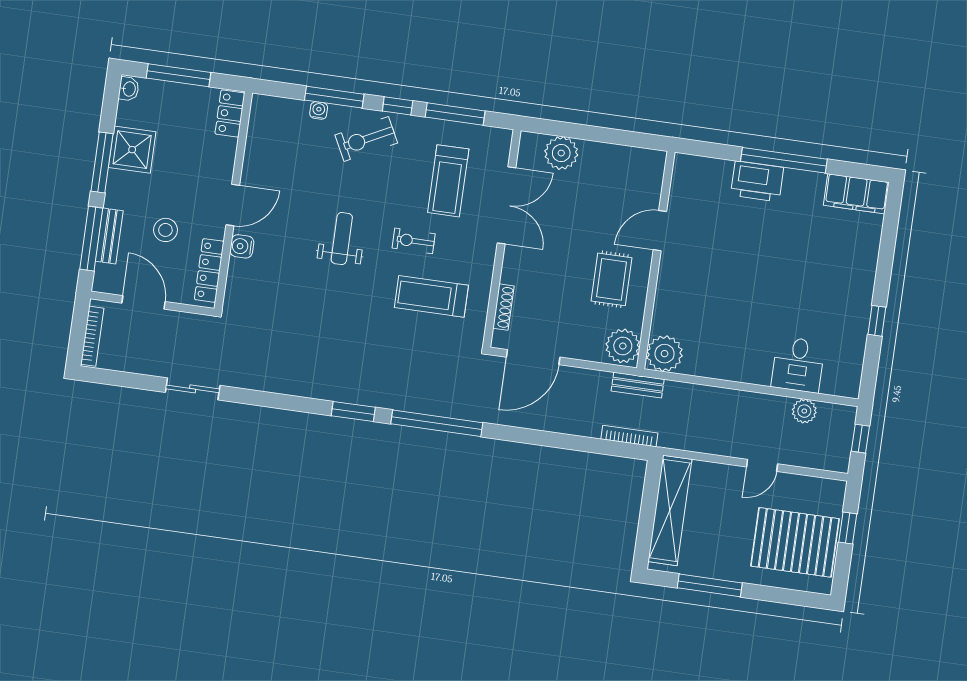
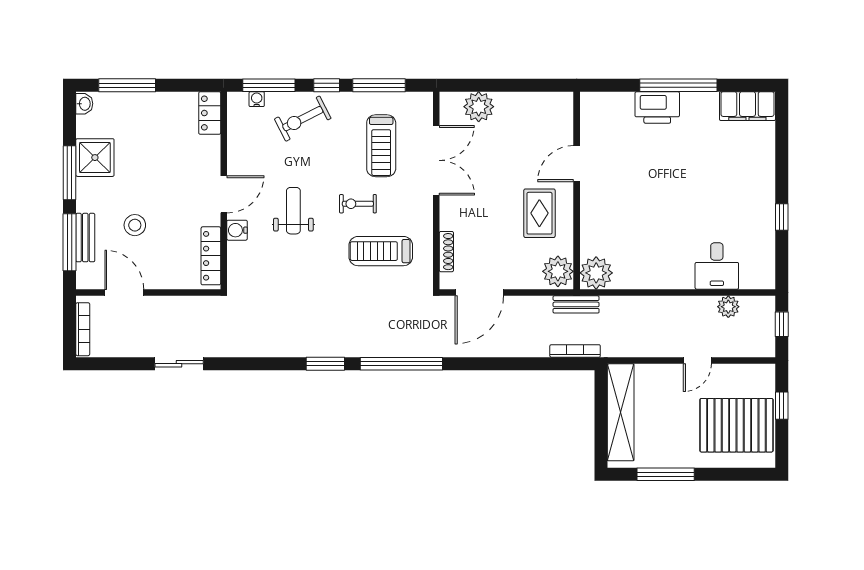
locker: (230, 114) -> (210, 113), moved
wall: (233, 201) -> (224, 190), moved
door: (233, 205) -> (224, 194), moved
water cooler: (242, 246) -> (237, 230), moved
locker: (209, 270) -> (211, 256), moved

